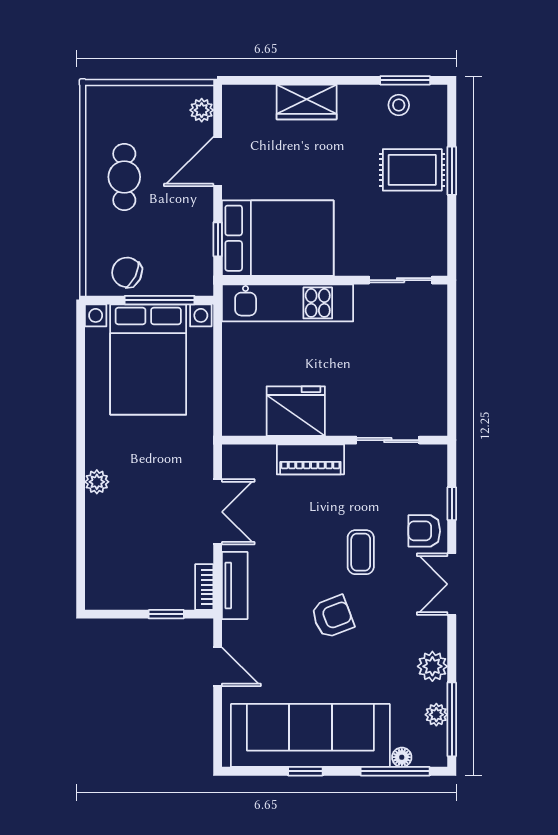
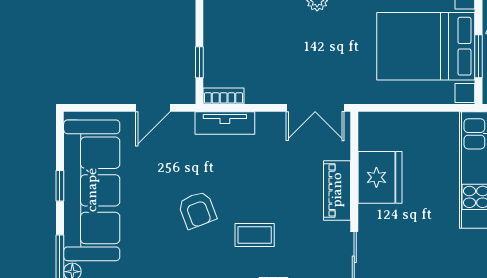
window: (160, 300) -> (479, 56), width x0.69
double door: (218, 512) -> (315, 108), moved

